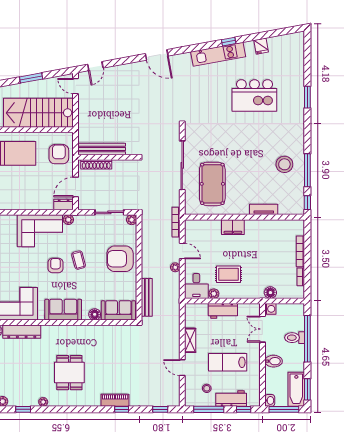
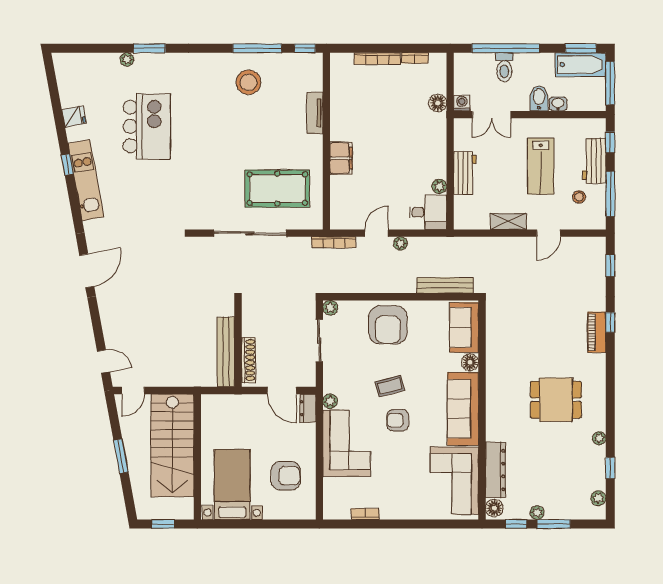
plant: (300, 82) -> (127, 59), added
armchair: (59, 154) -> (286, 476), moved, turned 180
rug: (228, 274) -> (411, 165), removed
sofa: (63, 310) -> (463, 409), width x1.36
washbasin: (270, 400) -> (558, 104), moved

